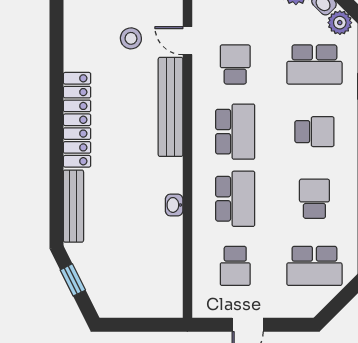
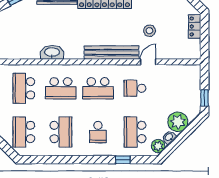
school desk: (235, 64) -> (135, 88), turned 180
school desk: (314, 199) -> (61, 132), width x1.85
washbasin: (174, 205) -> (52, 52), width x1.91, depth x1.45
school desk: (235, 266) -> (24, 88), width x1.85

